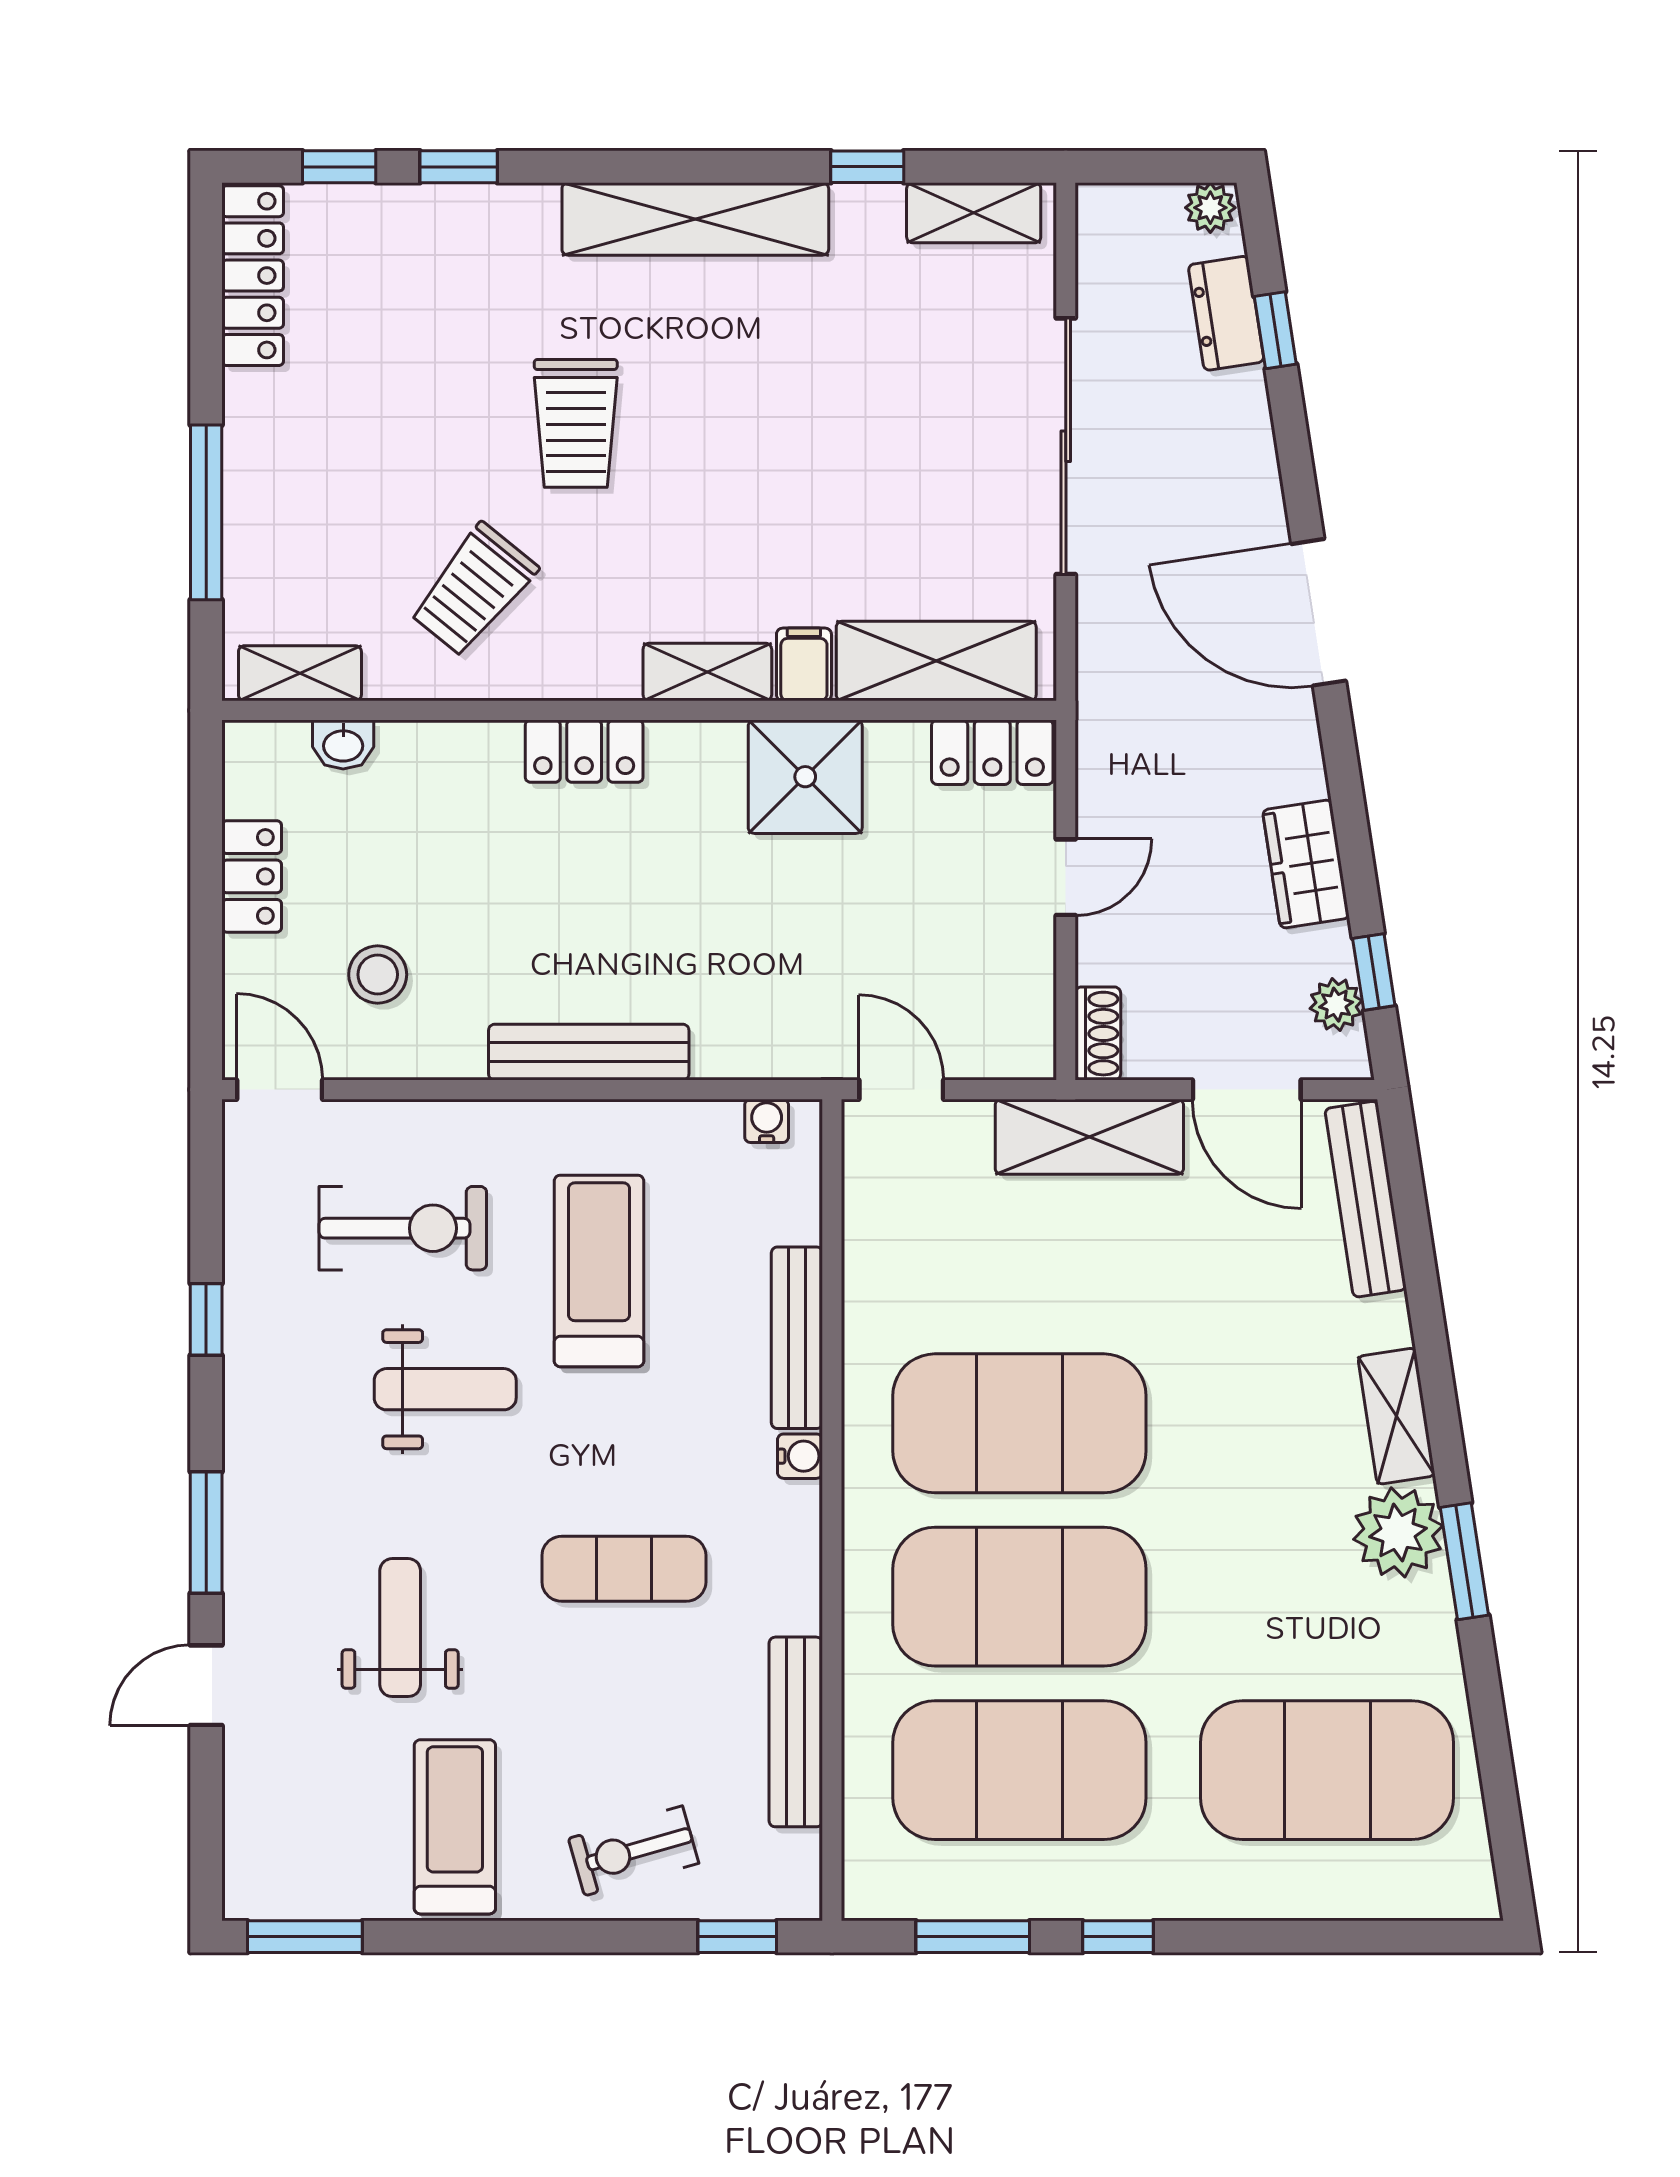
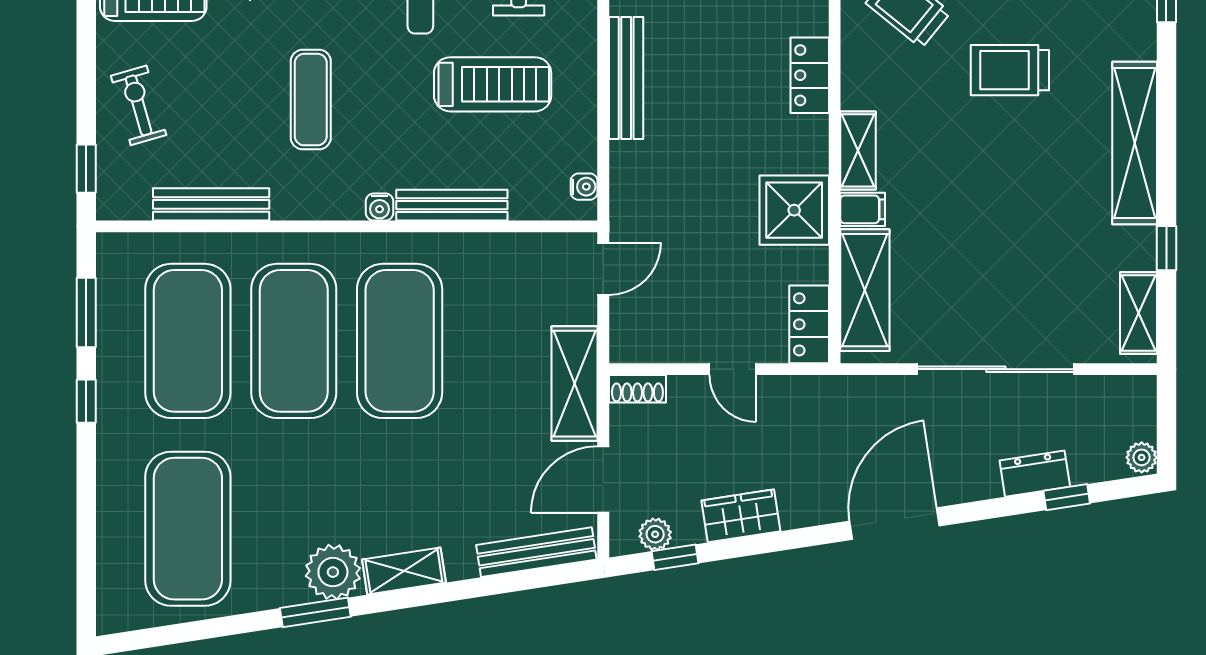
dresser: (1226, 313) -> (1035, 474), moved

